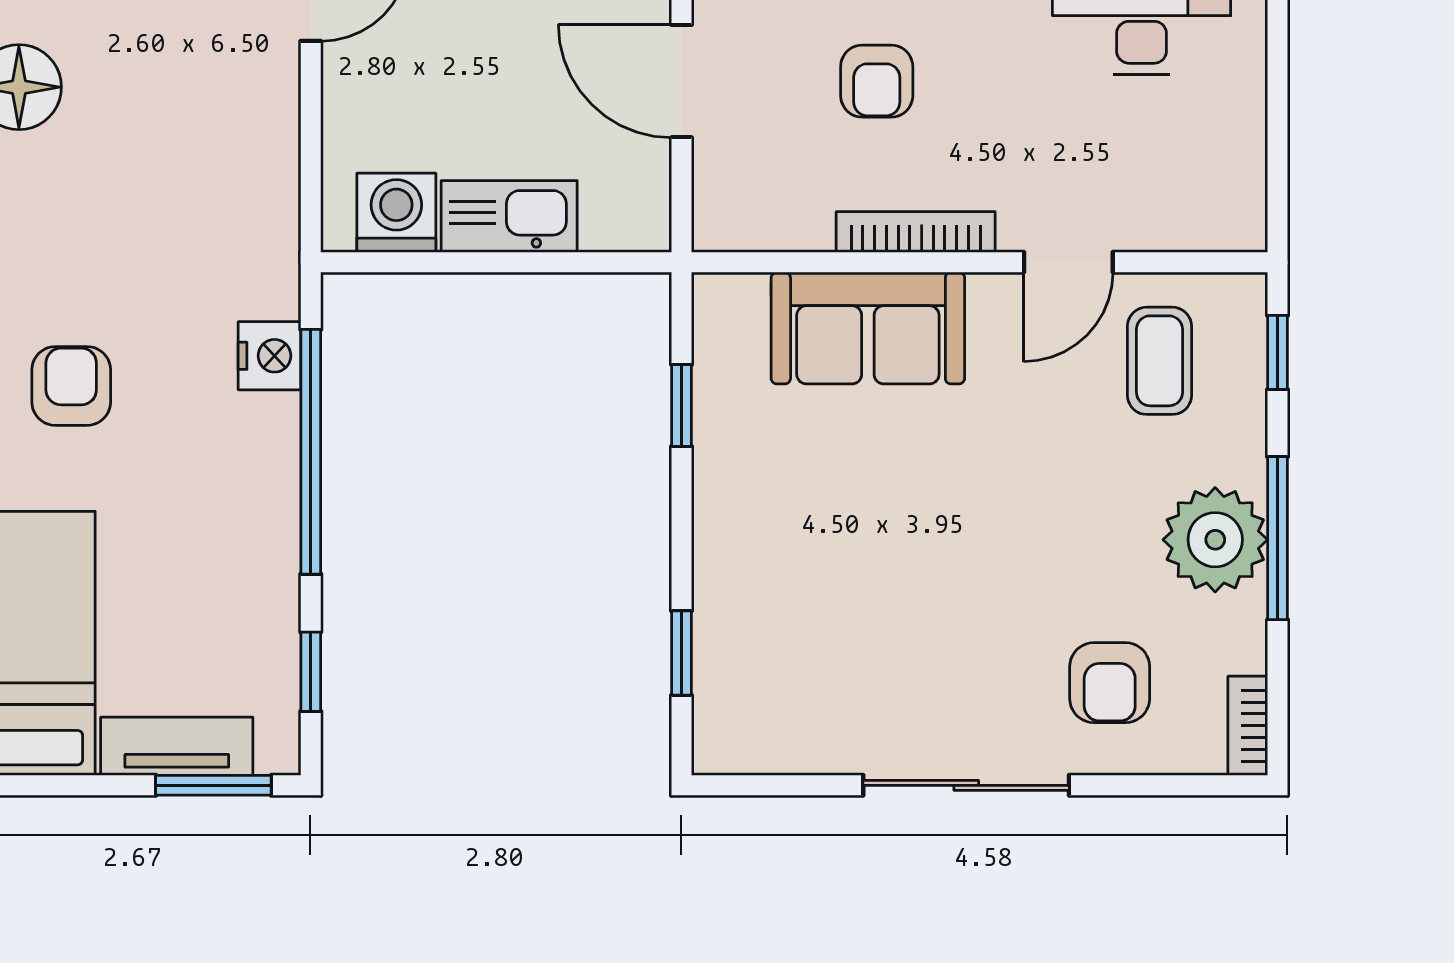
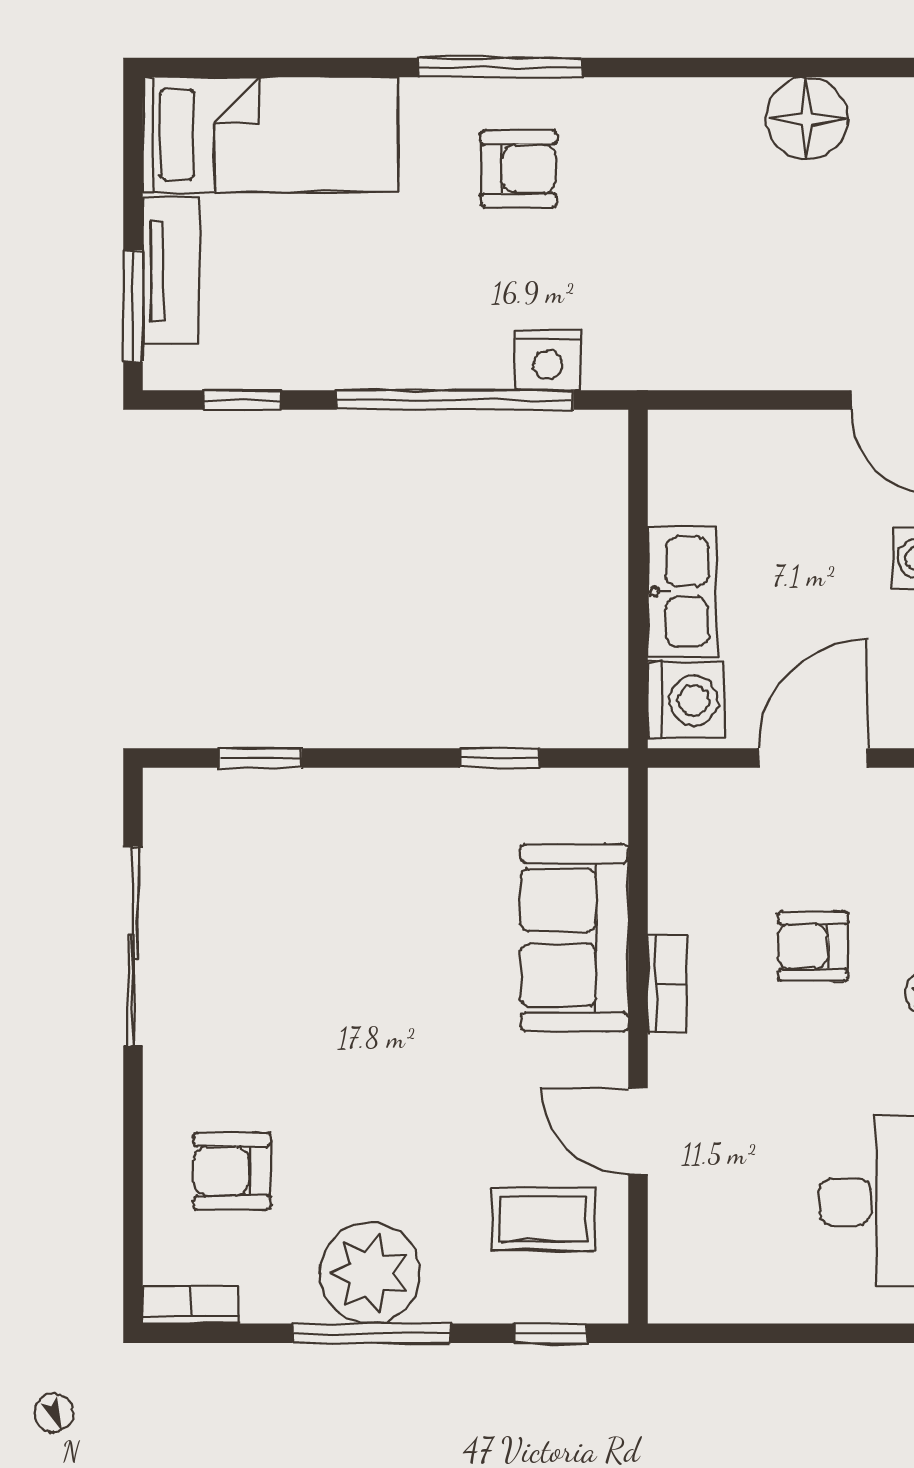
washing machine: (396, 213) -> (686, 700), moved
bookcase: (916, 232) -> (667, 984), width x0.64
sliding door: (966, 785) -> (133, 946), moved

